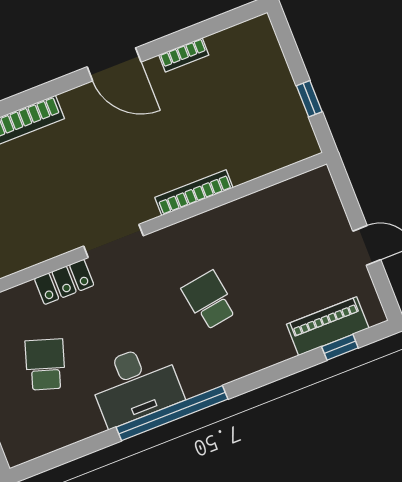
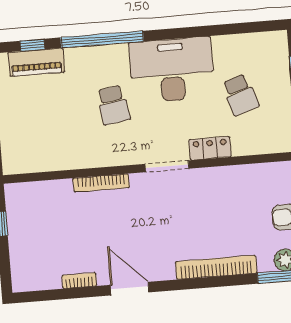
school desk: (45, 364) -> (240, 95), turned -36
desk: (135, 385) -> (172, 70), width x1.36, depth x1.30
window: (172, 413) -> (102, 39), moved

